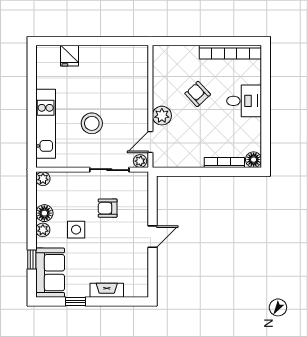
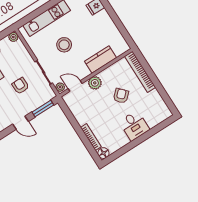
bookcase: (230, 52) -> (140, 72), moved
kitchen counter: (138, 91) -> (101, 60), added
window: (153, 198) -> (43, 108), added

